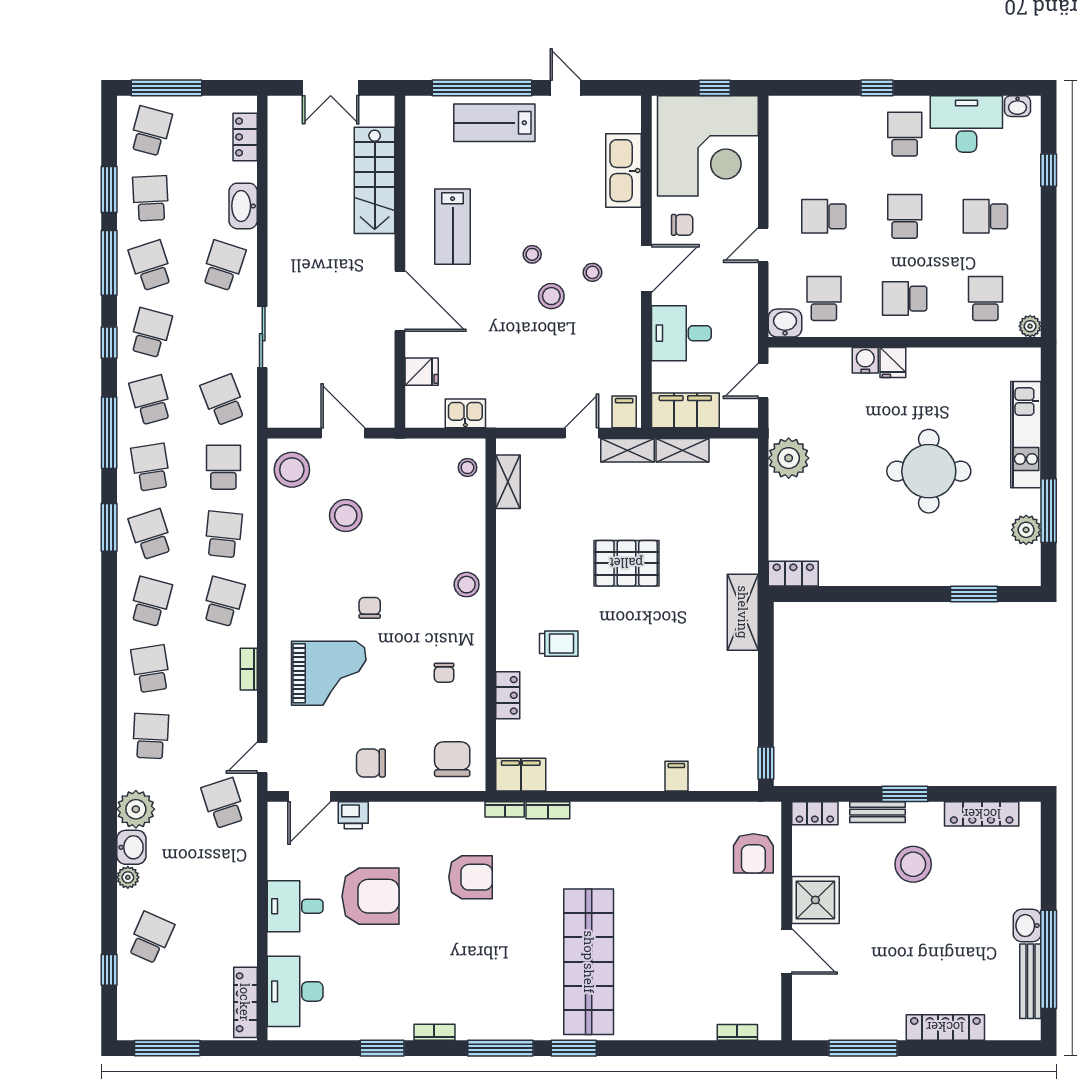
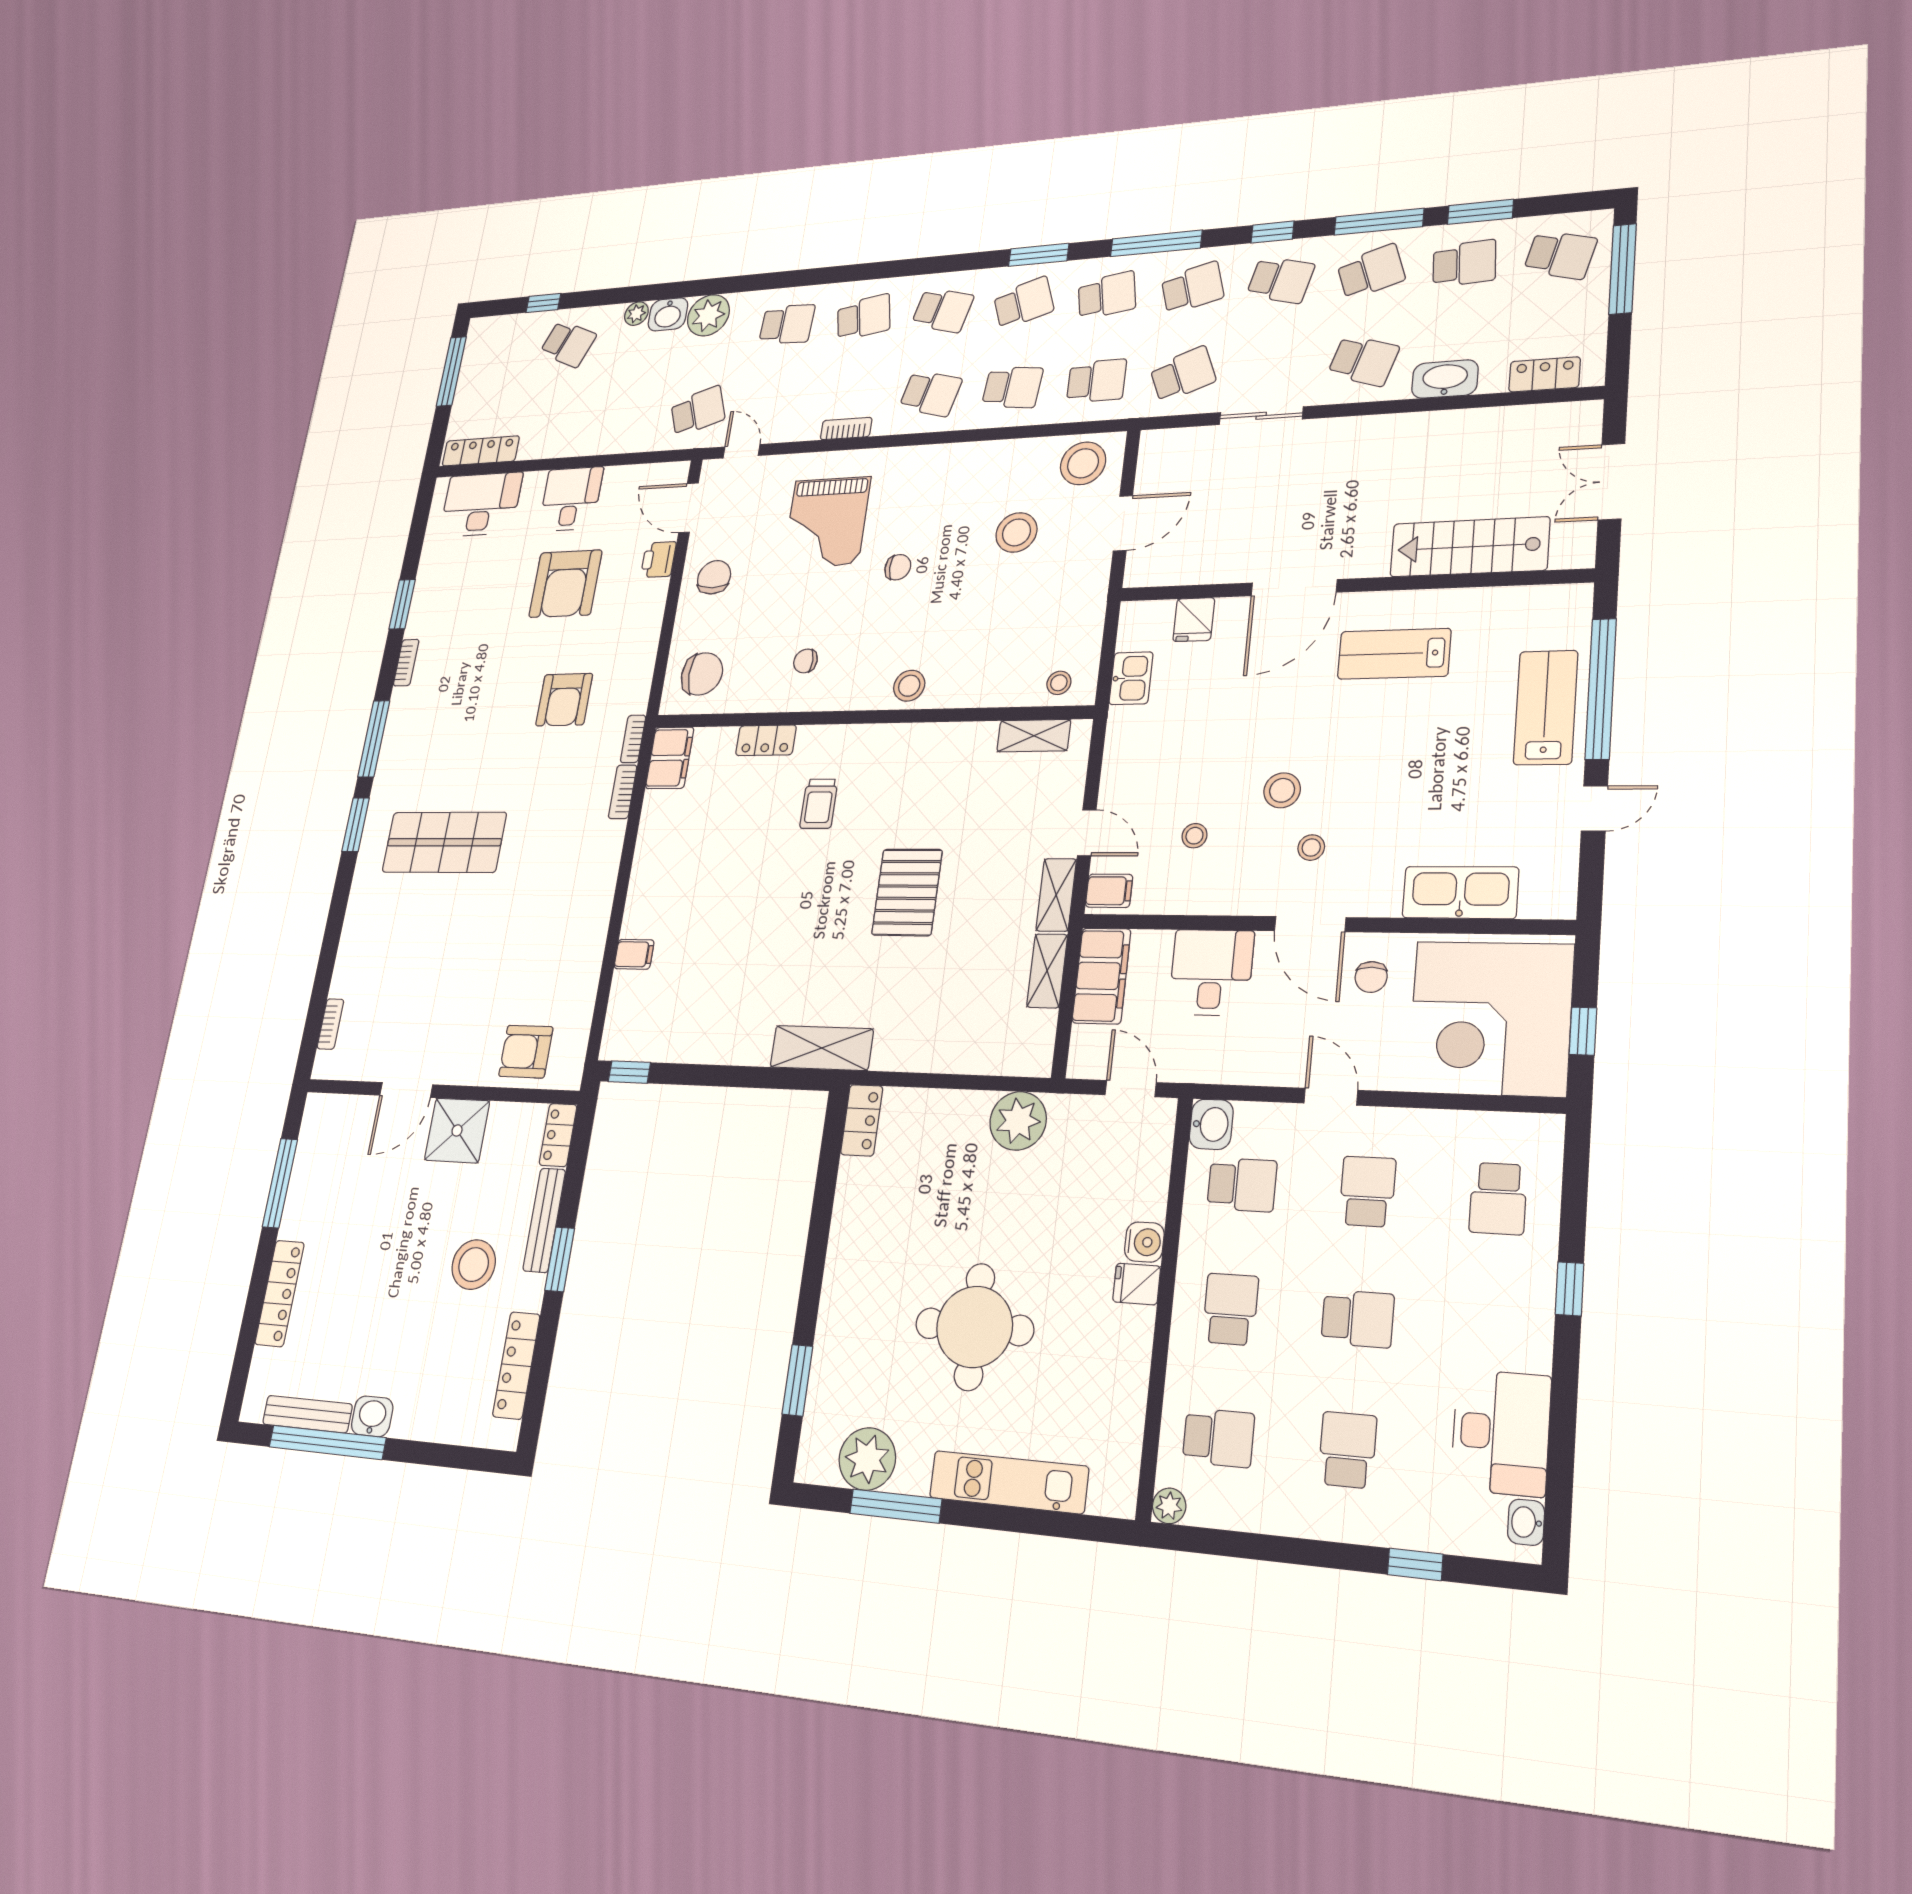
school desk: (905, 134) -> (1498, 1199), moved, turned 90
stool: (532, 254) -> (1194, 836), moved
plant: (1026, 530) -> (867, 1459), width x1.36, depth x1.36
bench: (877, 812) -> (544, 1220), width x1.36
shop shelf: (589, 962) -> (444, 842), width x0.71

